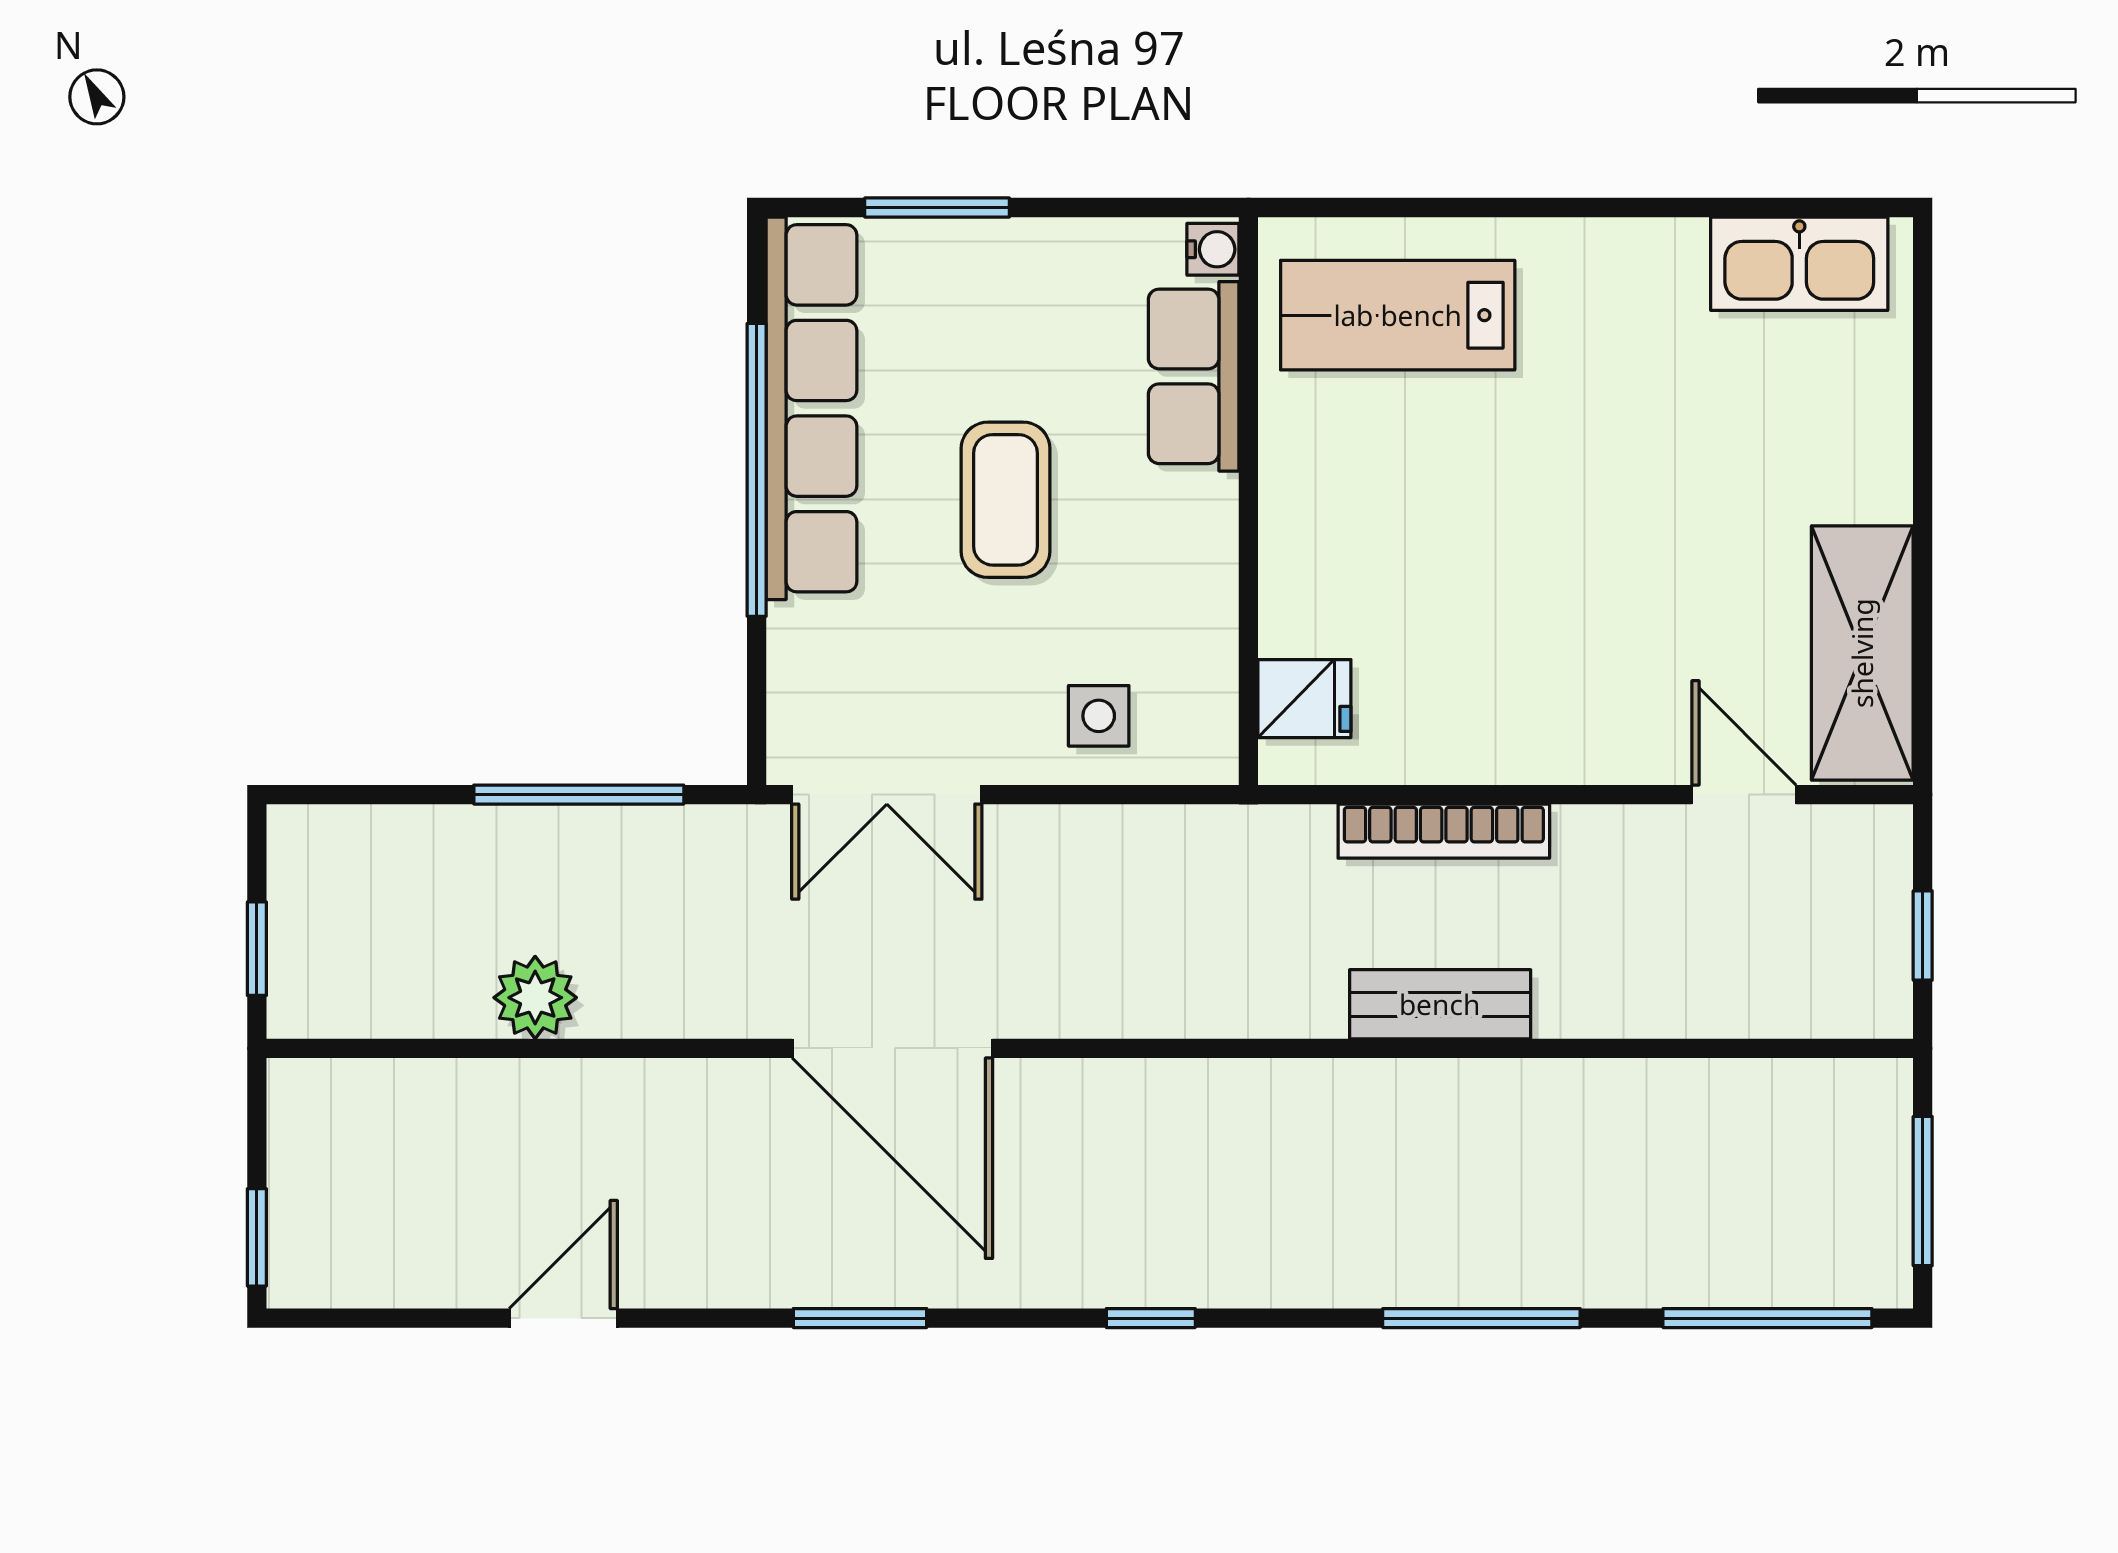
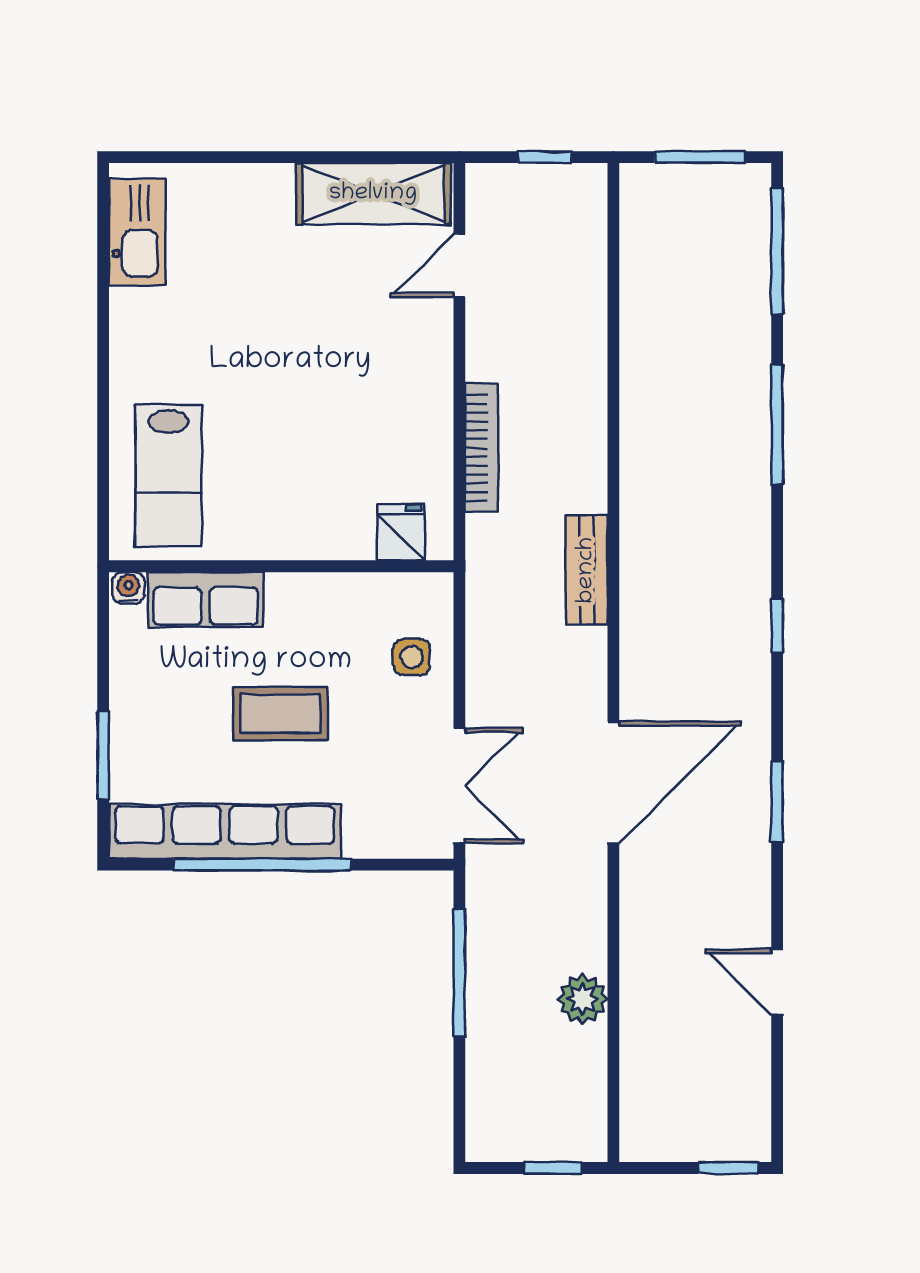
bench: (1440, 1004) -> (587, 570), moved

